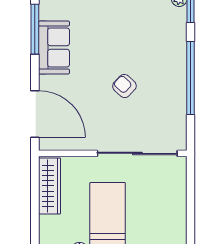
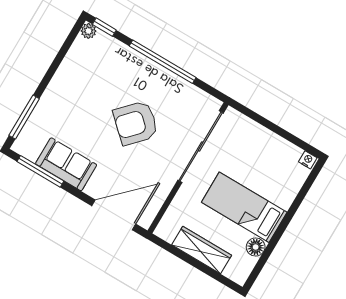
armchair: (124, 86) -> (136, 123), width x1.88, depth x1.88
wardrobe: (49, 186) -> (202, 250), moved

